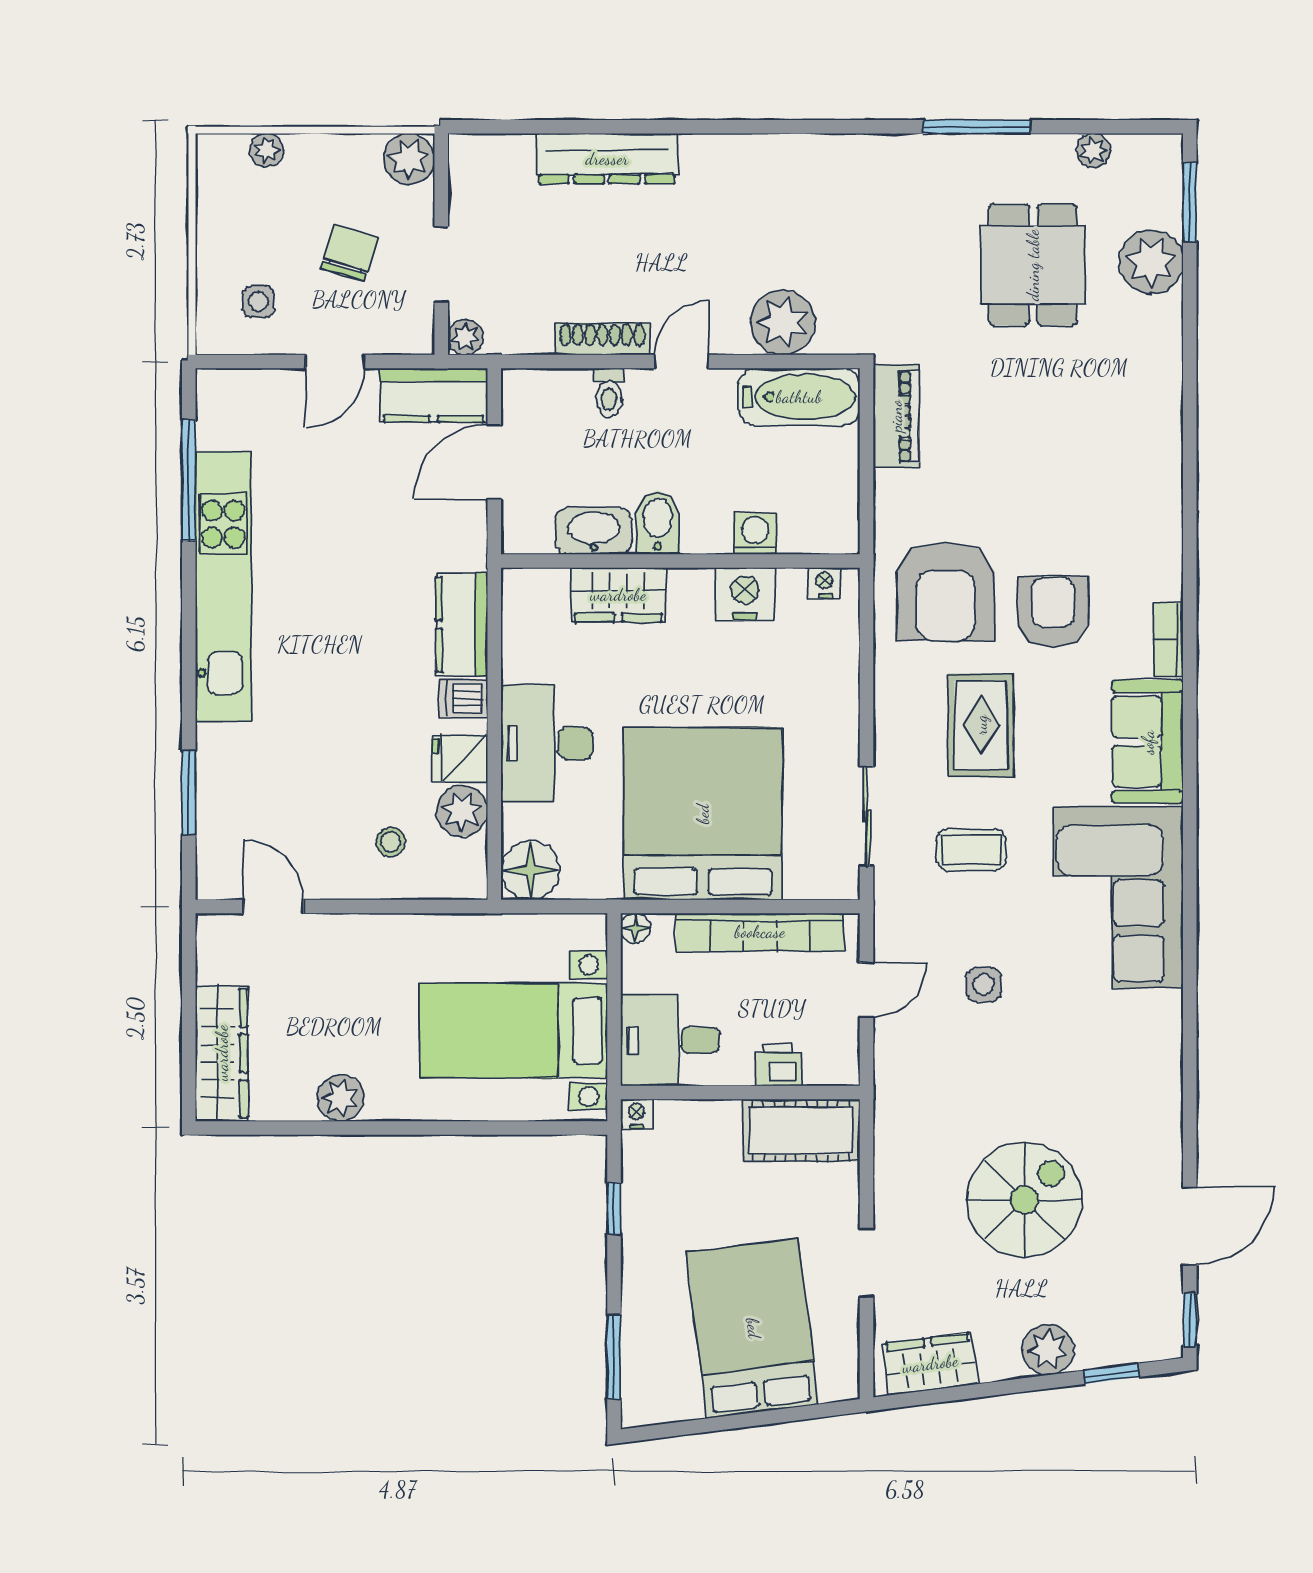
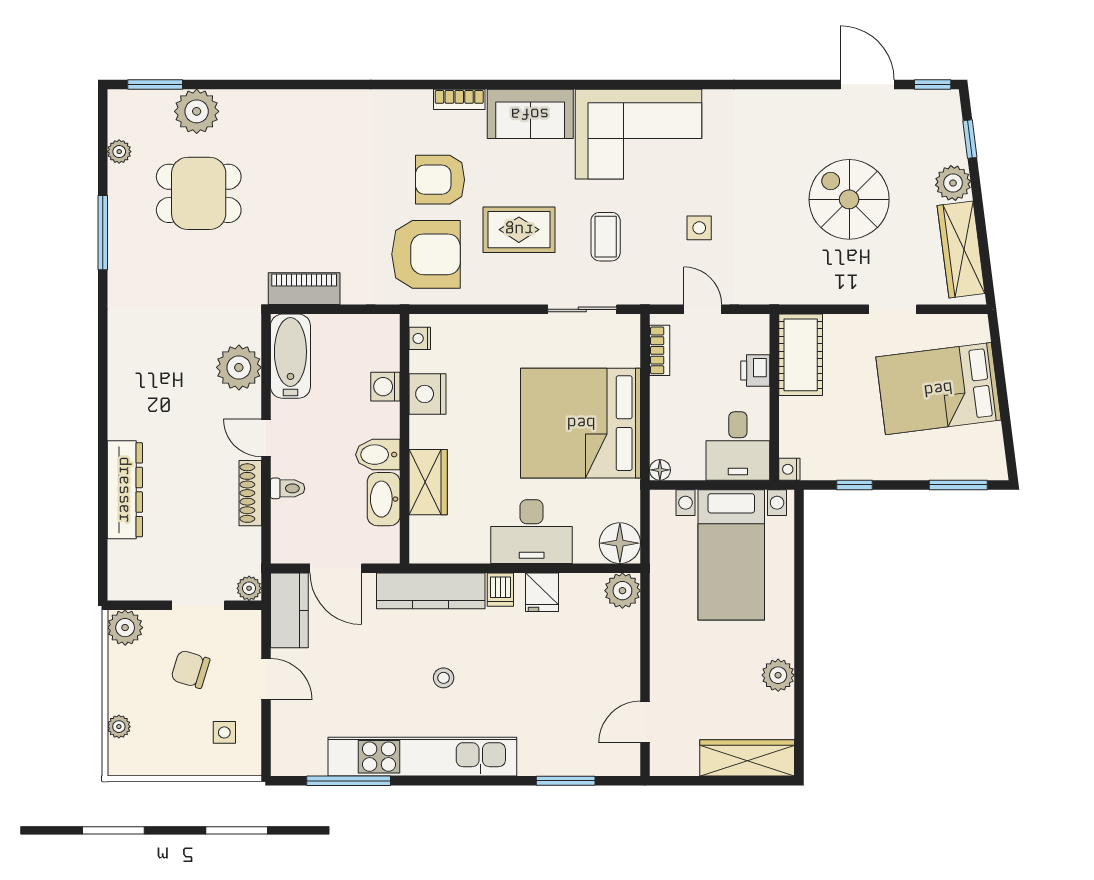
kitchen counter: (462, 625) -> (431, 591), width x1.50
plant: (462, 811) -> (622, 591), moved
stool: (391, 842) -> (444, 678), moved
bookcase: (760, 932) -> (660, 350), width x0.43, depth x0.76
wardrobe: (930, 1364) -> (961, 249), width x1.50

